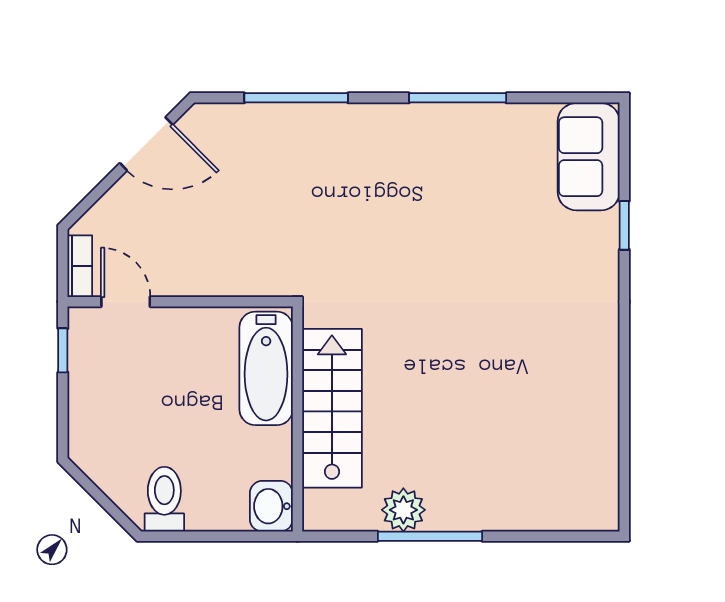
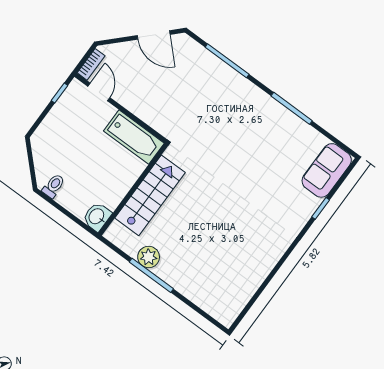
bathtub: (266, 368) -> (134, 137), moved, turned -90
toilet: (164, 499) -> (54, 186), width x0.73, depth x0.72

